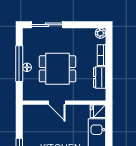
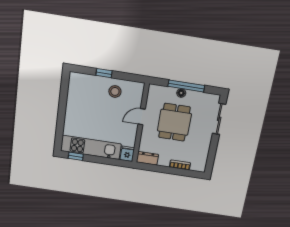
plant: (100, 33) -> (201, 167), removed
dresser: (100, 77) -> (147, 158), moved
stool: (36, 133) -> (115, 91), added

